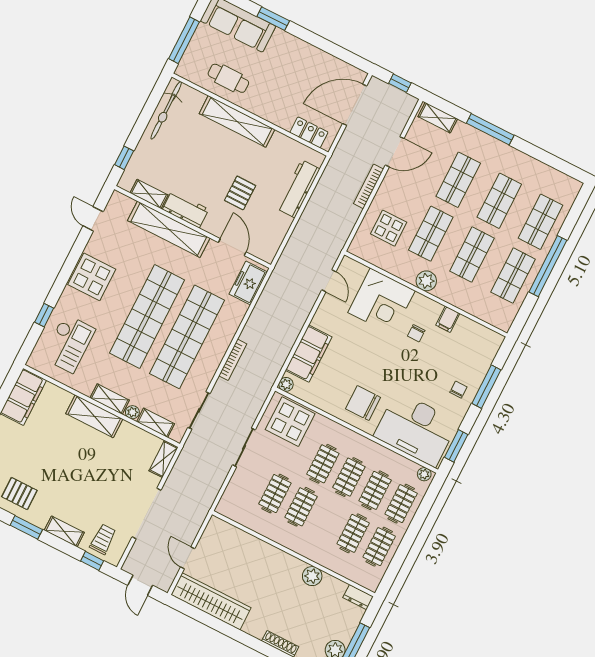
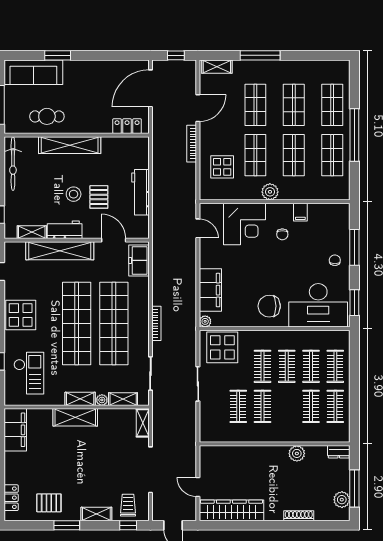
stool: (214, 176) -> (74, 194), added
workbench: (298, 189) -> (140, 192), moved
plant: (424, 474) -> (341, 336), removed

